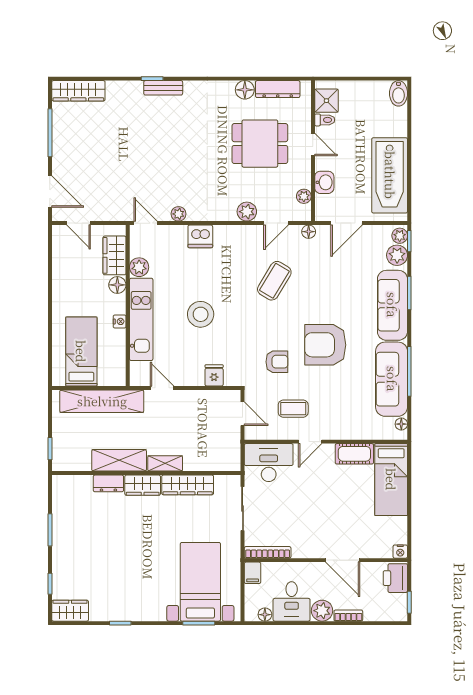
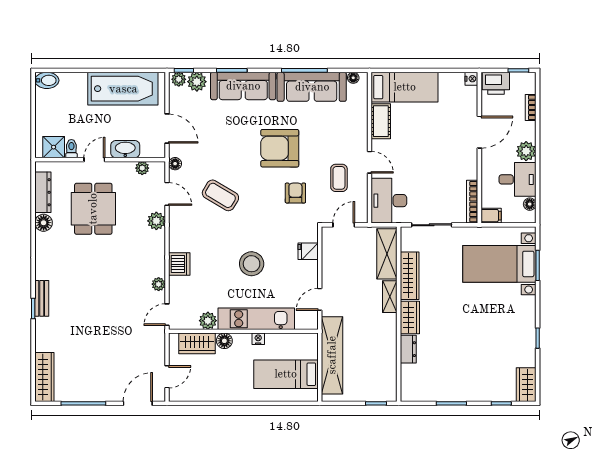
washbasin: (324, 182) -> (125, 149), width x1.38
armchair: (325, 345) -> (280, 148), turned 90
shelving: (119, 460) -> (387, 254), moved
bookcase: (348, 616) -> (531, 107), moved

